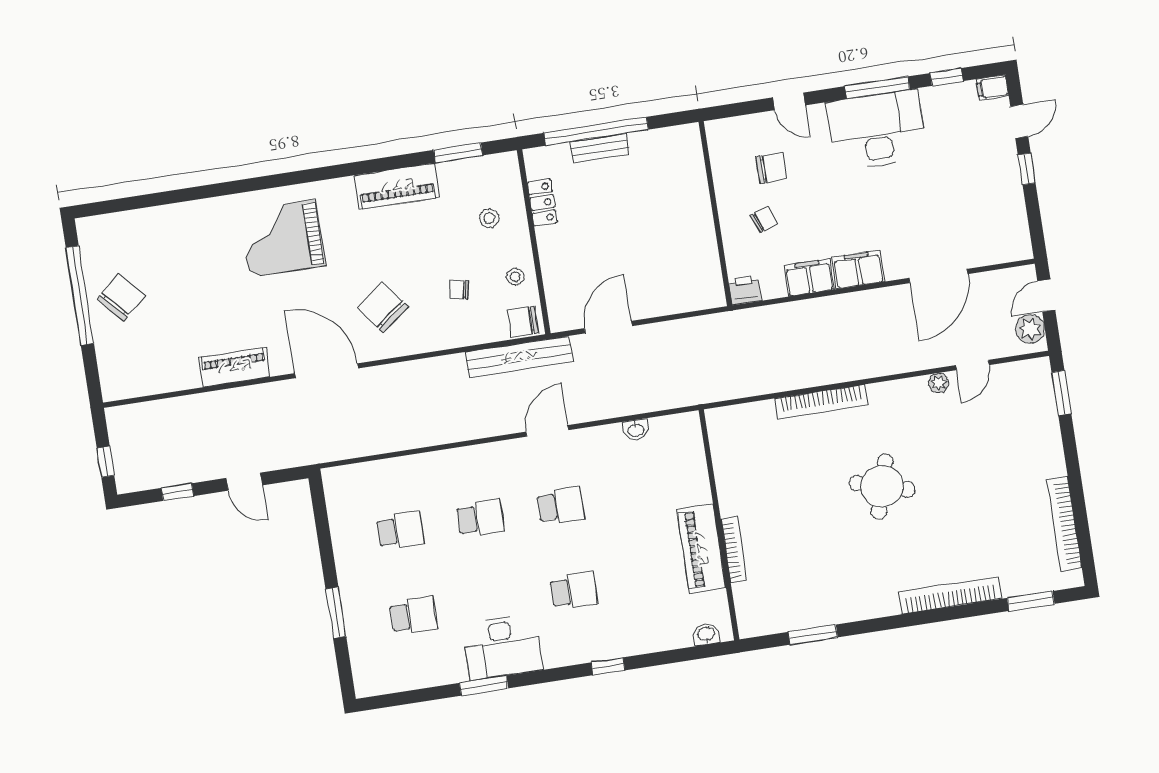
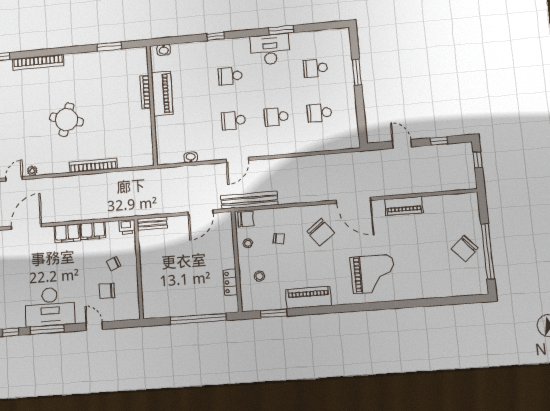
bench: (600, 148) -> (152, 224), moved

